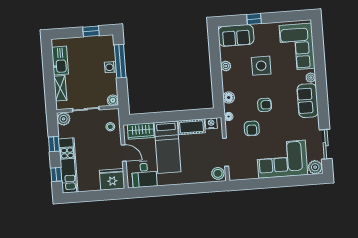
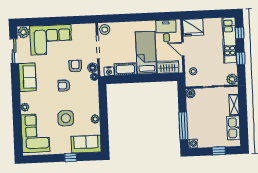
window: (91, 31) -> (219, 151), moved
washing machine: (110, 67) -> (193, 144), moved
floor lamp: (229, 98) -> (93, 68), moved
sofa: (308, 101) -> (27, 77), moved

